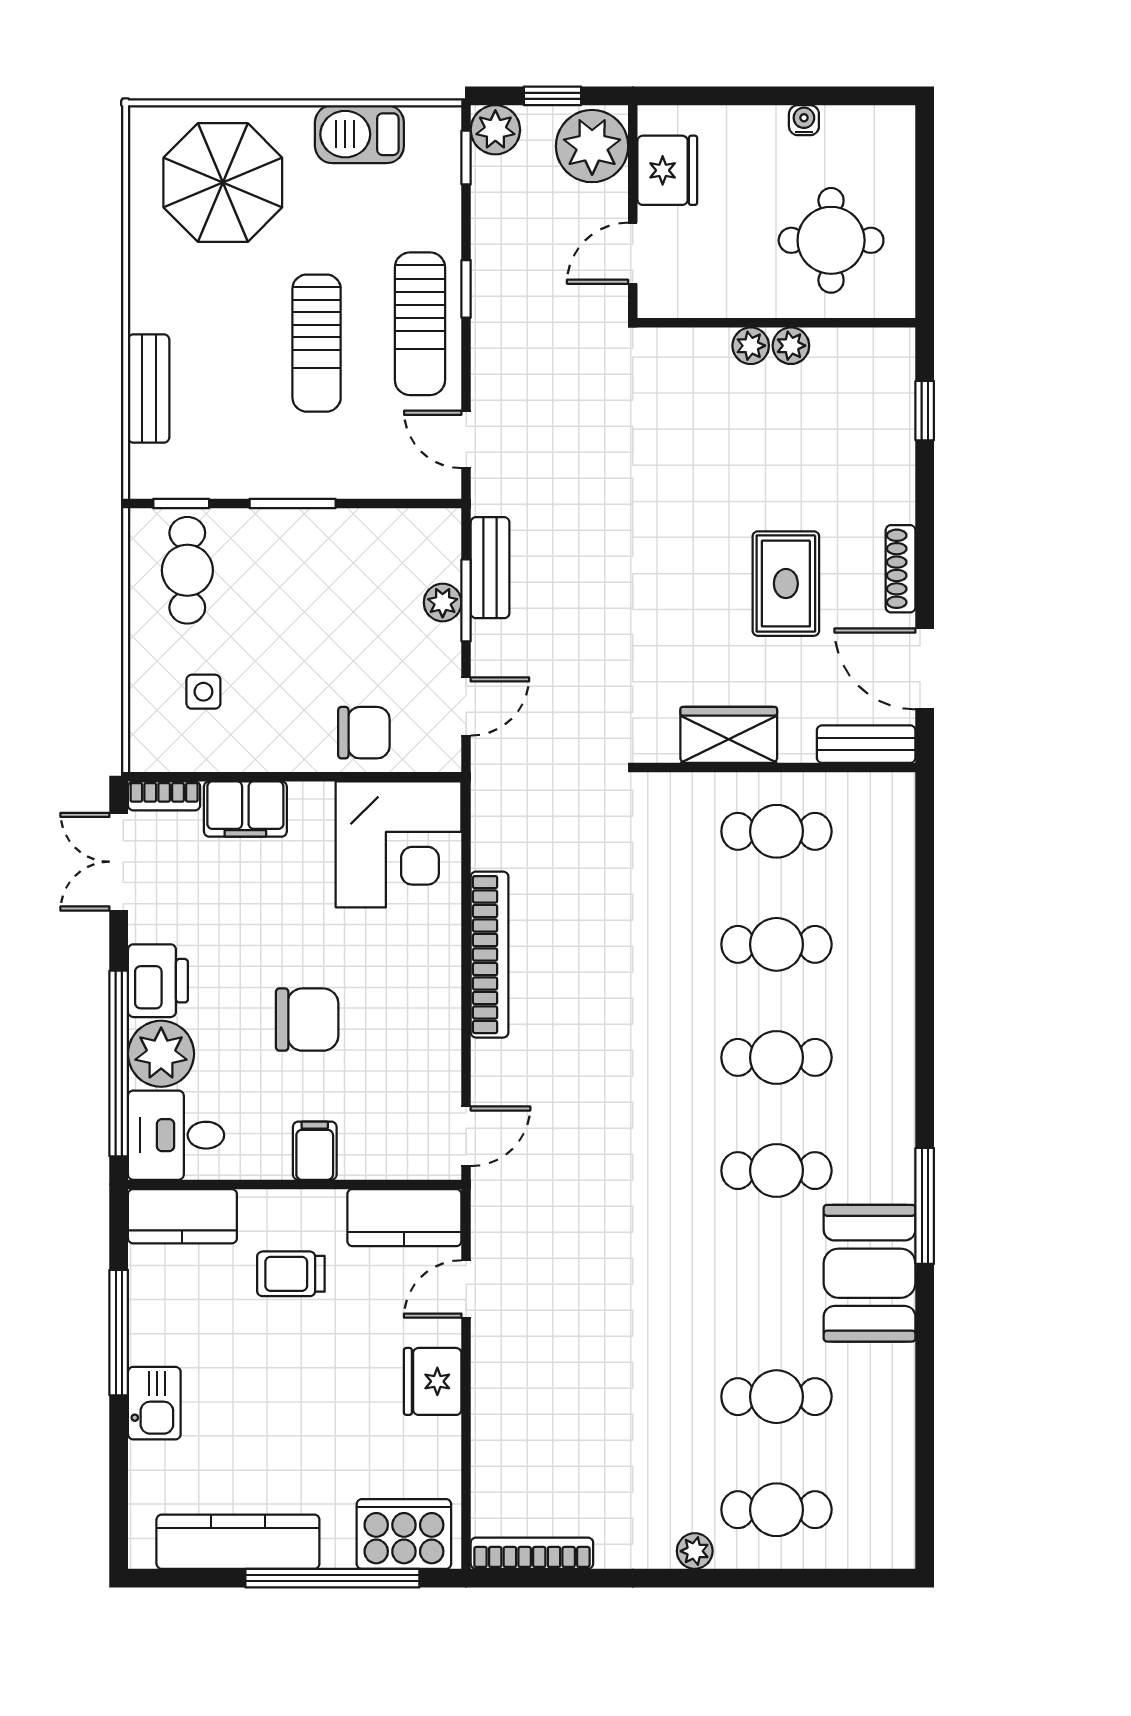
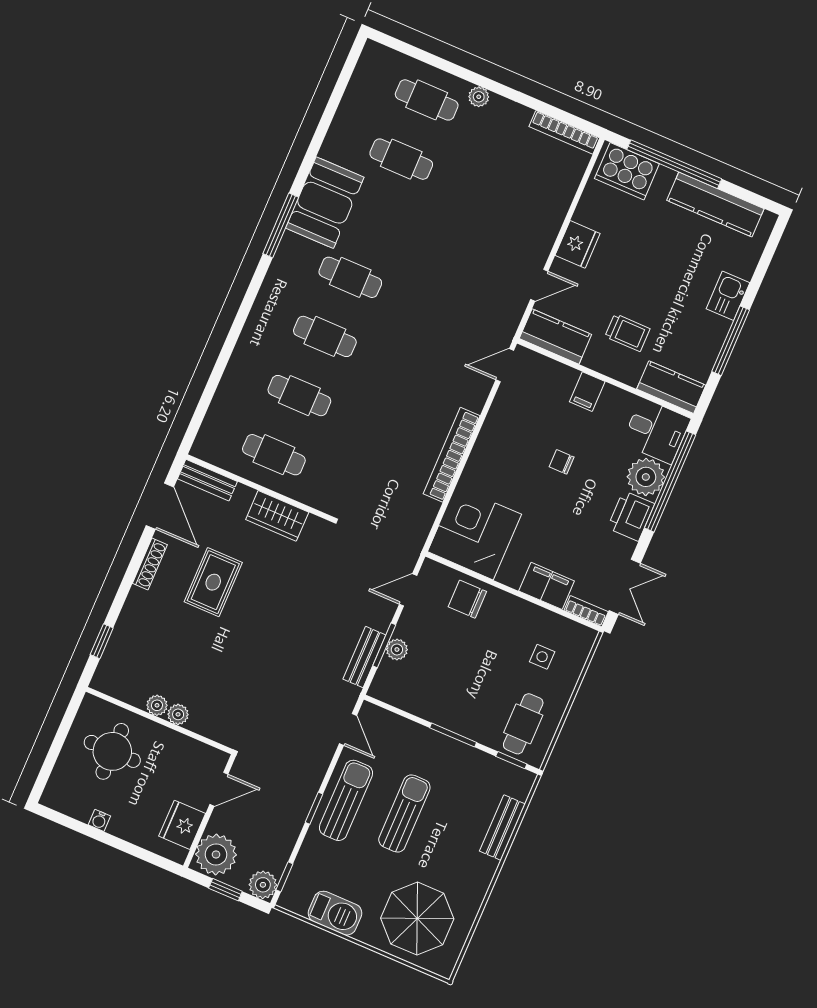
chair: (307, 1020) -> (562, 462), width x0.54, depth x0.54

